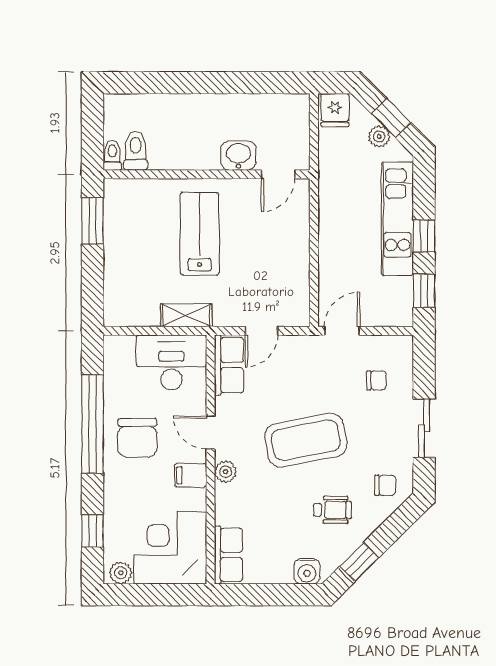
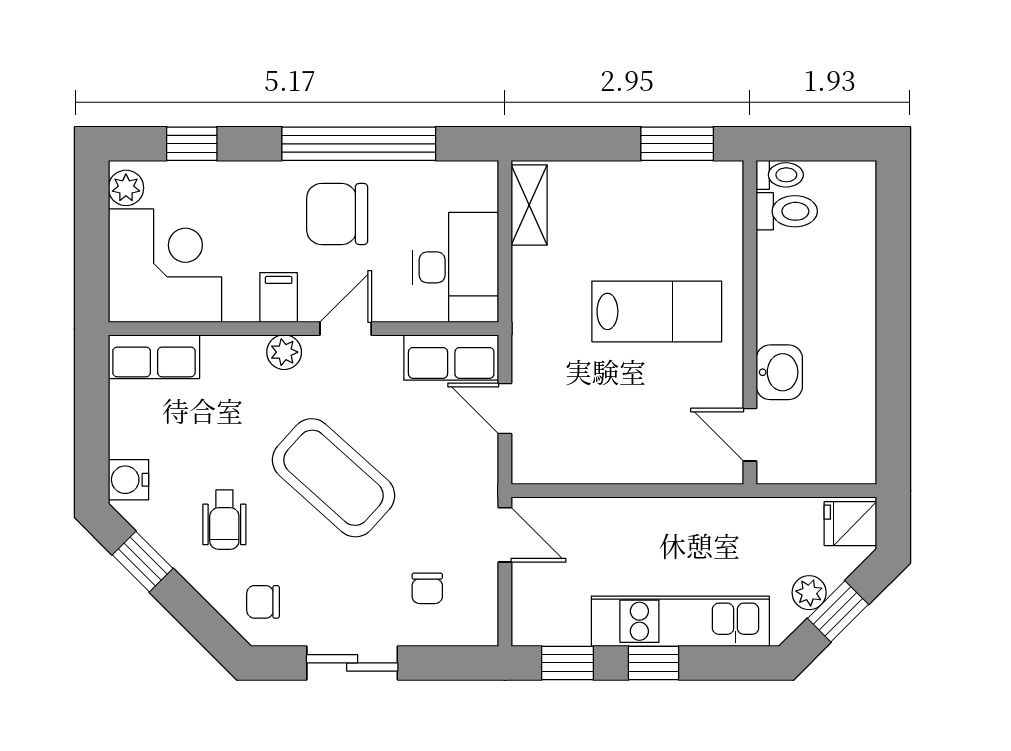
shelving: (186, 315) -> (529, 205), moved
coffee table: (306, 440) -> (334, 478), turned -37
chair: (385, 485) -> (263, 602), turned 90

